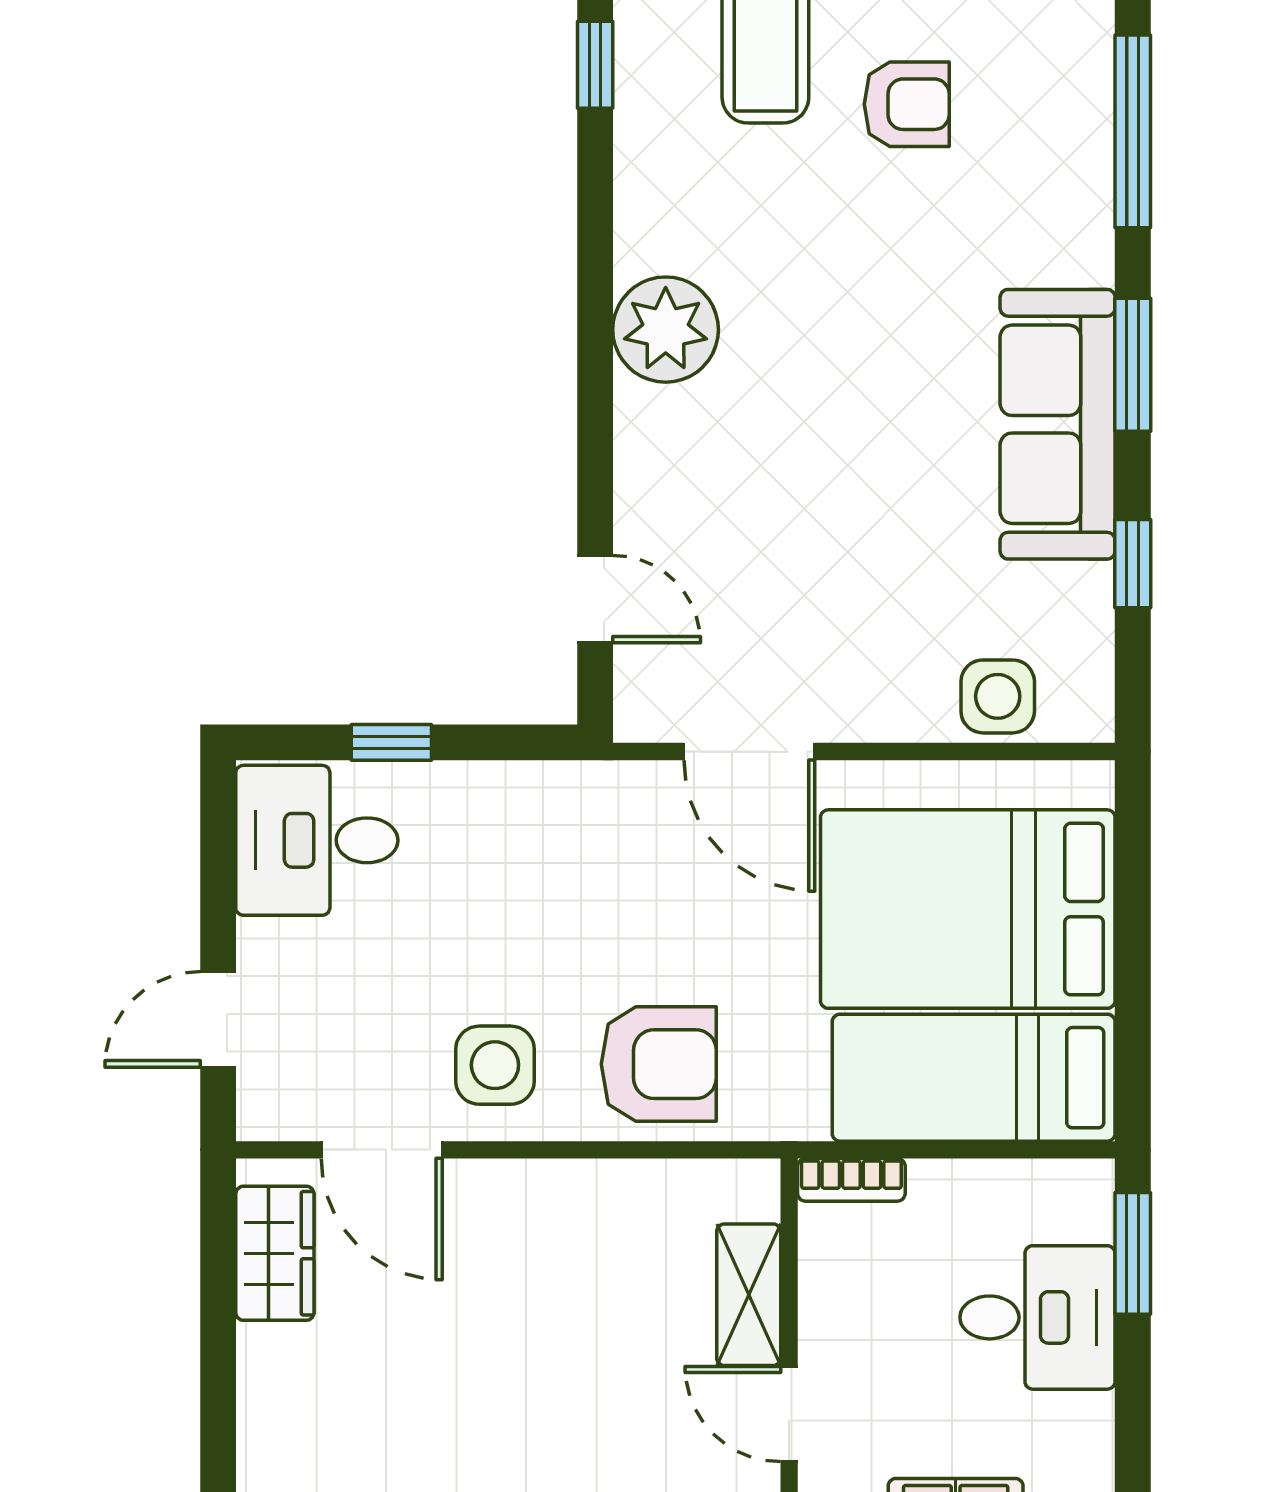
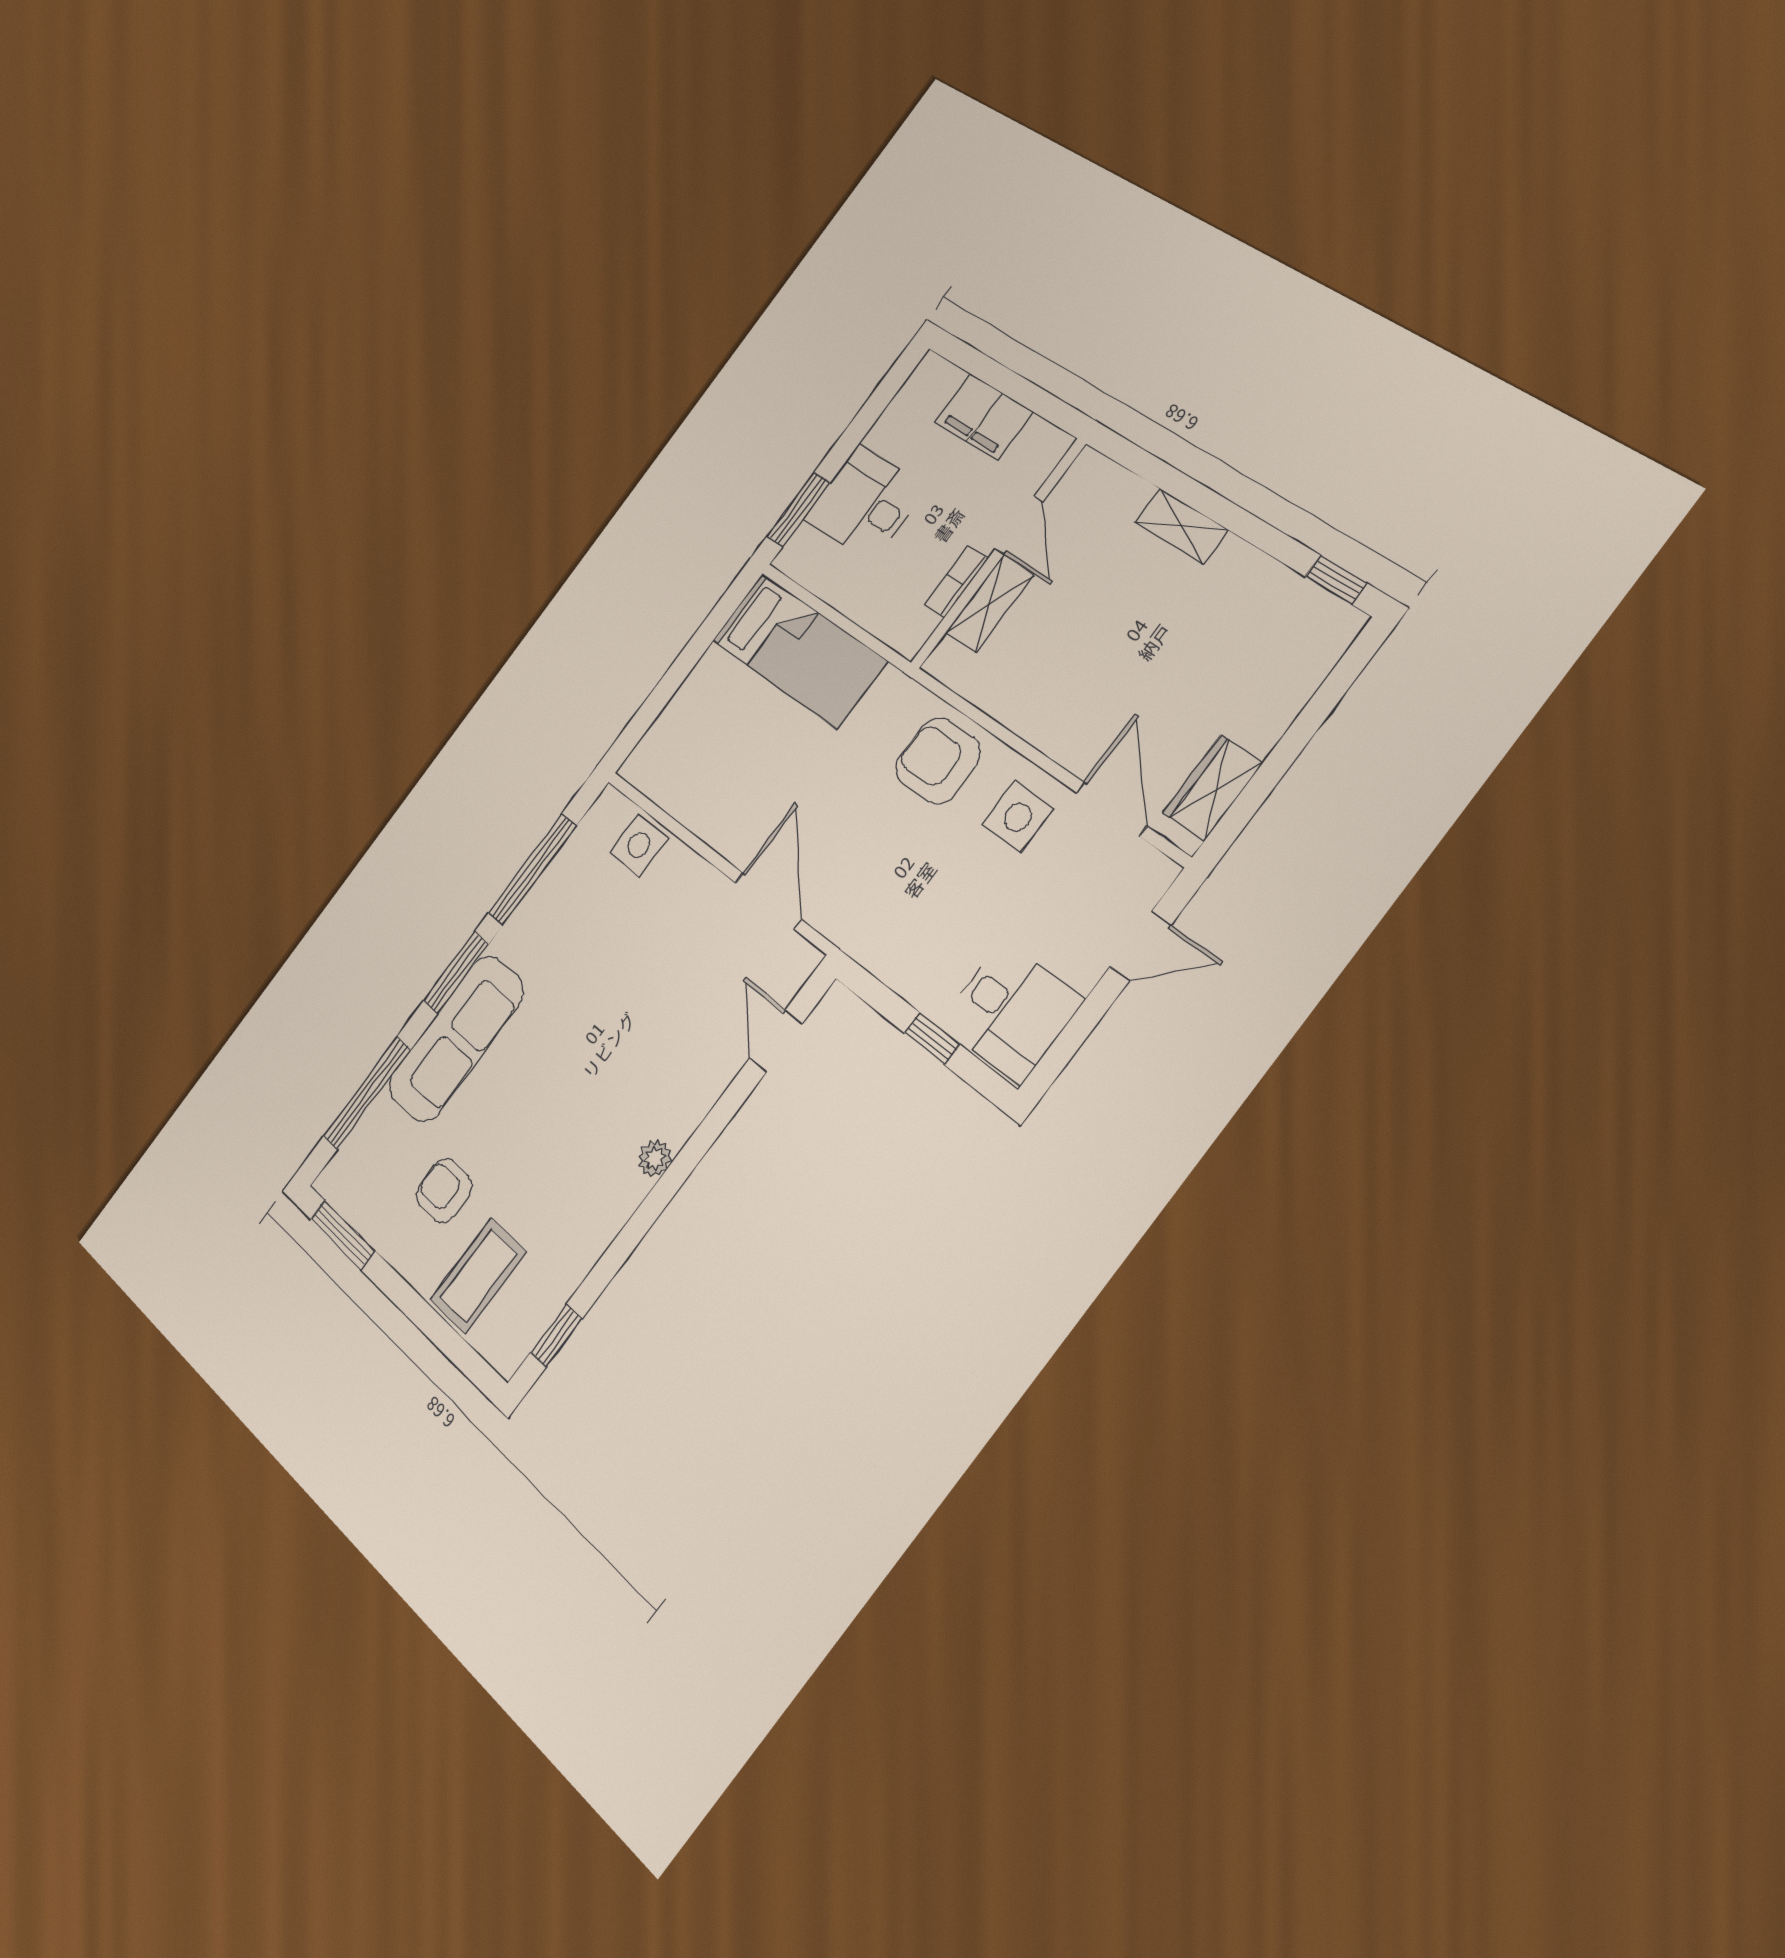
plant: (666, 330) -> (655, 1158), width x0.53, depth x0.53
sofa: (1058, 424) -> (456, 1039), moved
window: (1133, 564) -> (532, 869), width x2.17
bed: (968, 909) -> (735, 742), removed
bookcase: (851, 1180) -> (956, 582), moved, turned -90

